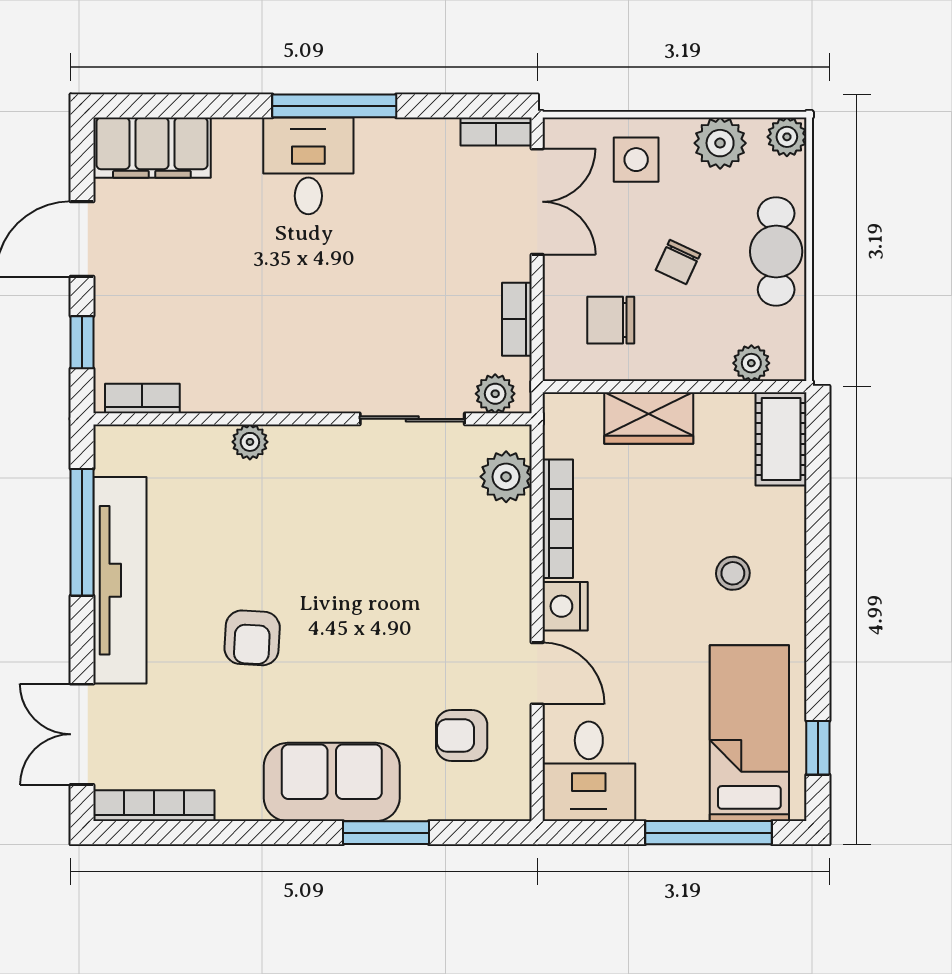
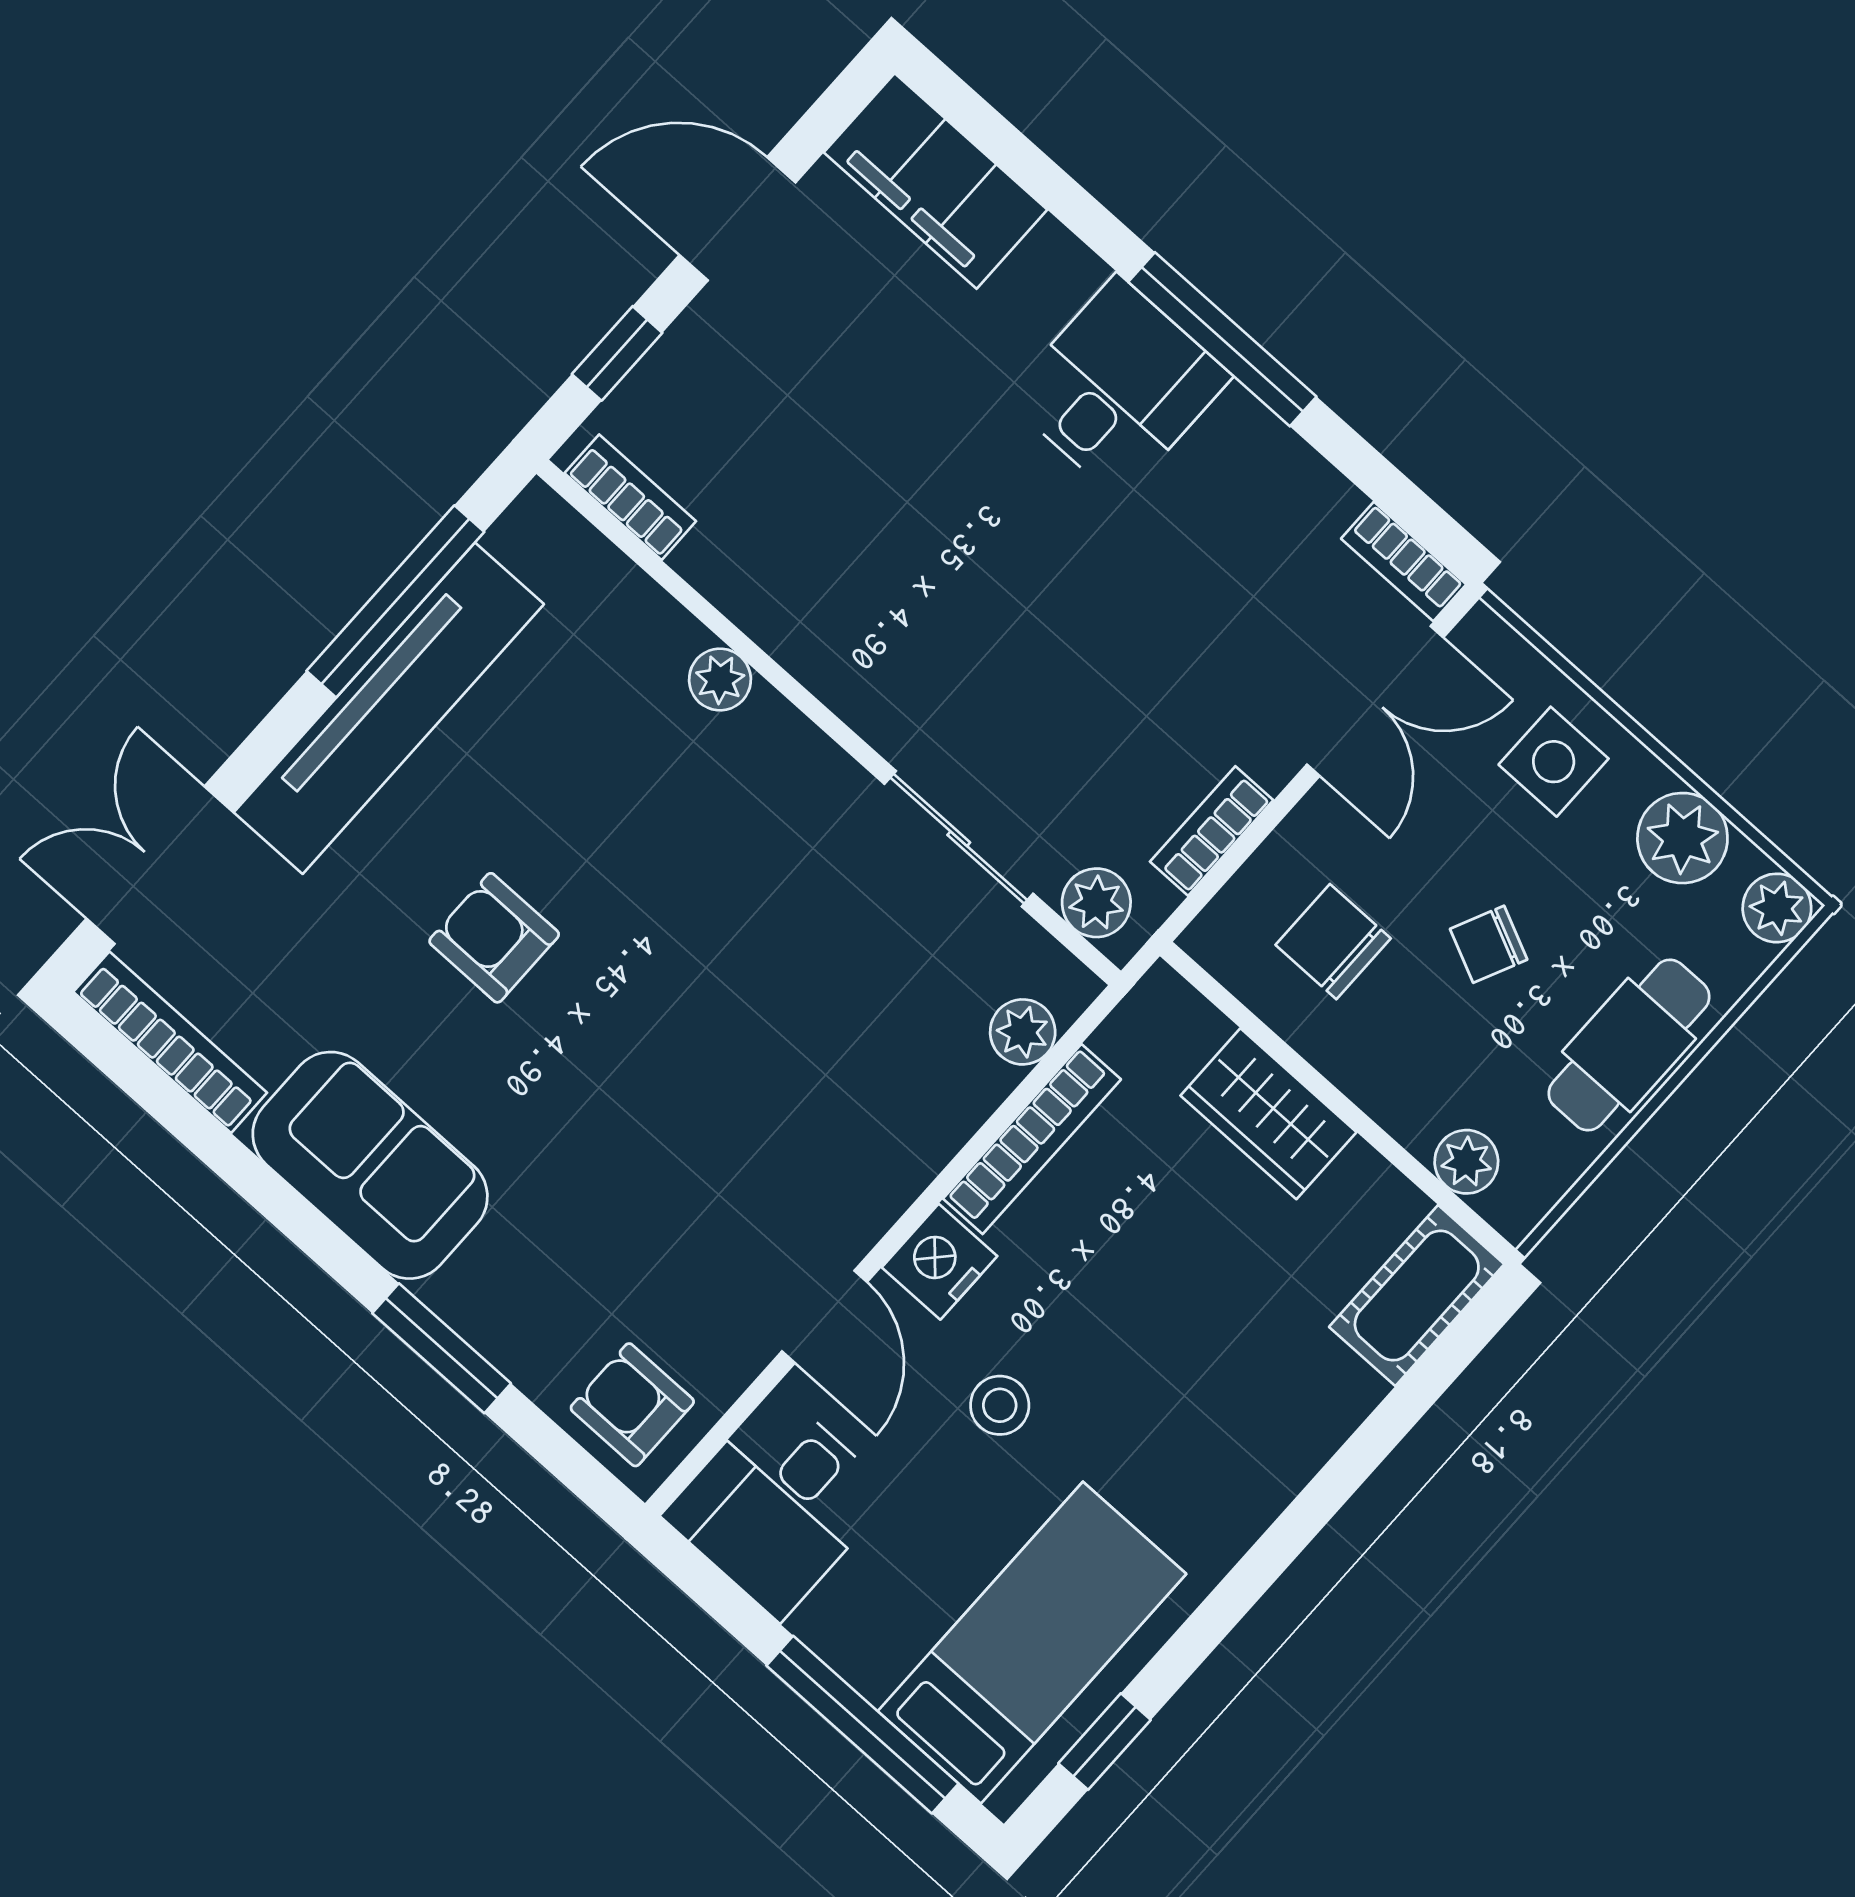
plant: (506, 477) -> (1023, 1032), width x0.73, depth x0.73
stool: (733, 573) -> (1000, 1405), moved
armchair: (252, 638) -> (494, 938), turned 87
armchair: (462, 735) -> (632, 1405), moved
sofa: (332, 782) -> (370, 1165), moved

